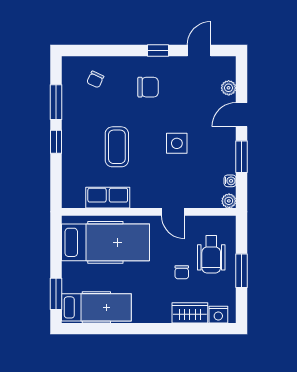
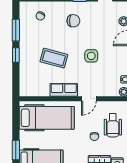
coffee table: (117, 147) -> (54, 58), turned -75
row of seats: (108, 198) -> (64, 90), moved
door: (173, 212) -> (89, 99), hinge flipped

